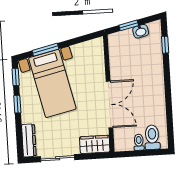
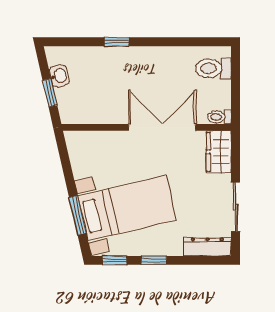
window: (165, 45) -> (116, 42), moved
toilet: (139, 142) -> (219, 117), moved

